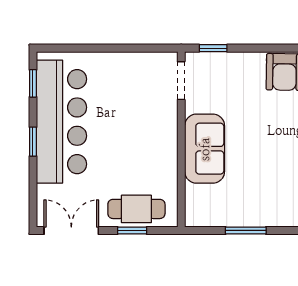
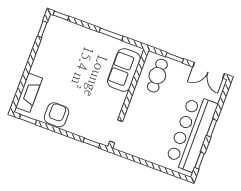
sofa: (205, 149) -> (124, 70), moved
cafe table: (136, 209) -> (157, 76), moved, turned 90

